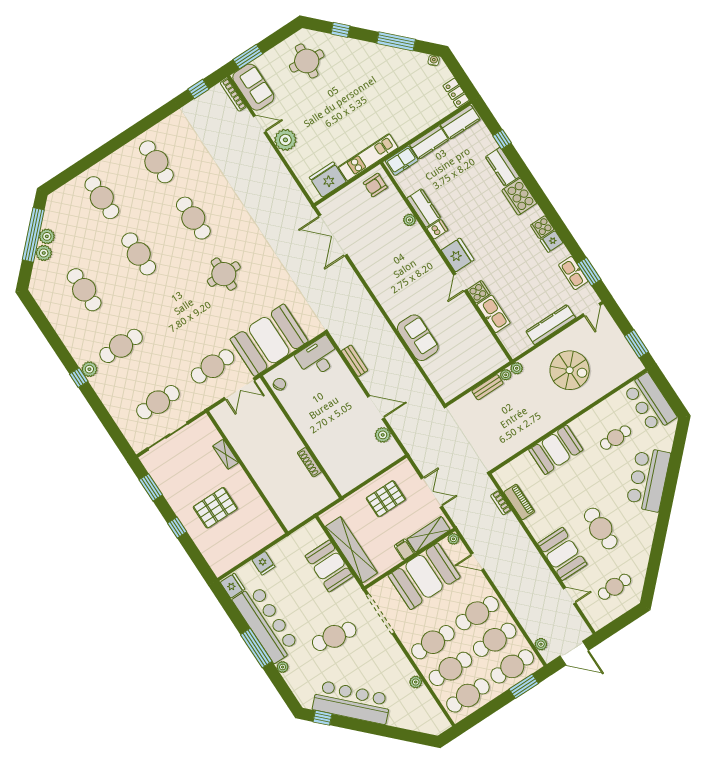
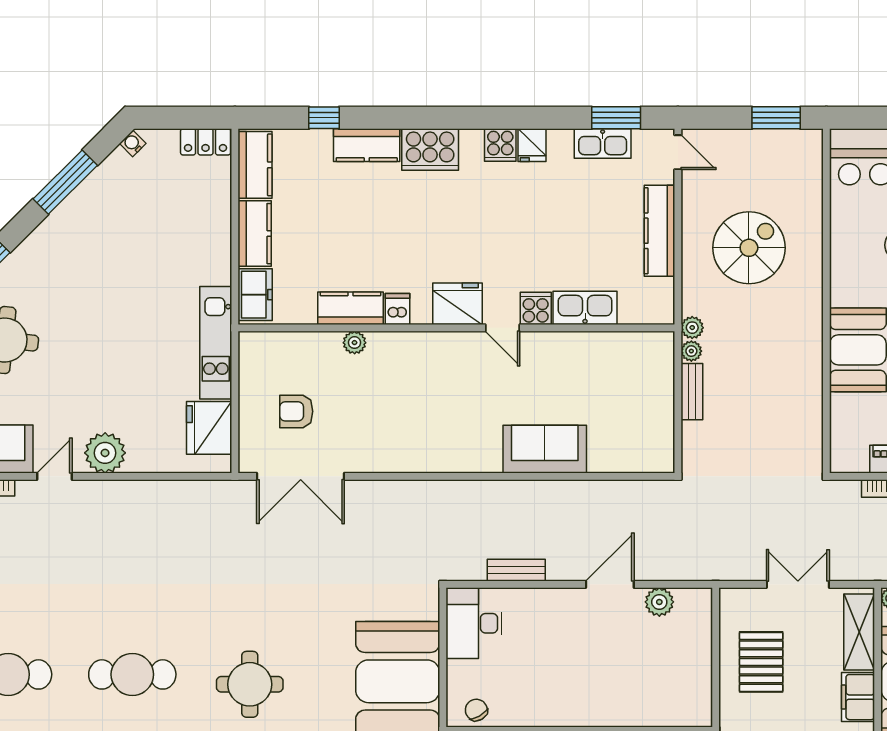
armchair: (375, 185) -> (296, 411), moved, turned 90
filing cabinet: (404, 549) -> (858, 697), width x2.00

